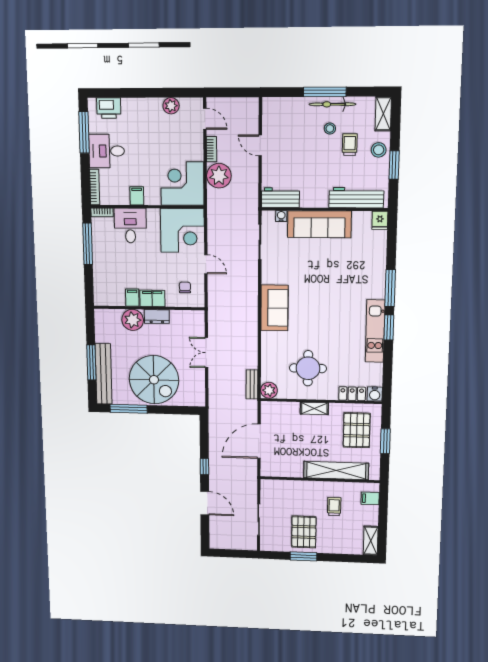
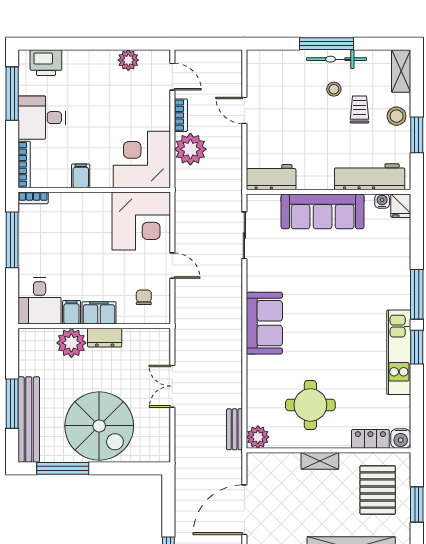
water cooler: (281, 216) -> (382, 201), moved
desk: (130, 226) -> (40, 301), moved, turned 180

